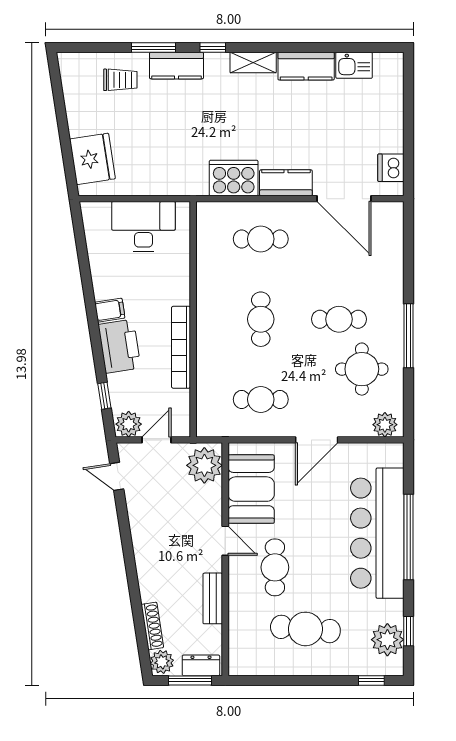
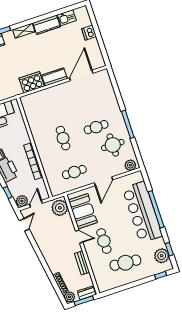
dishwasher: (391, 168) -> (89, 33), moved
door: (344, 199) -> (81, 75), swing flipped
cafe table: (261, 239) -> (52, 104), removed
door: (117, 476) -> (24, 225), swing flipped

